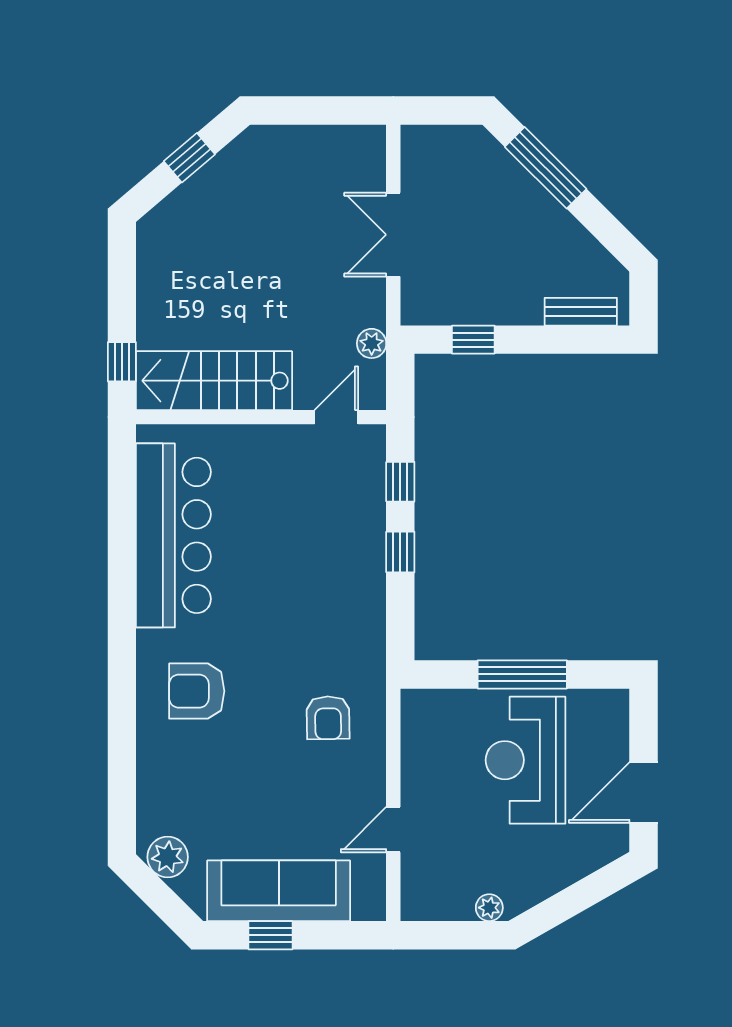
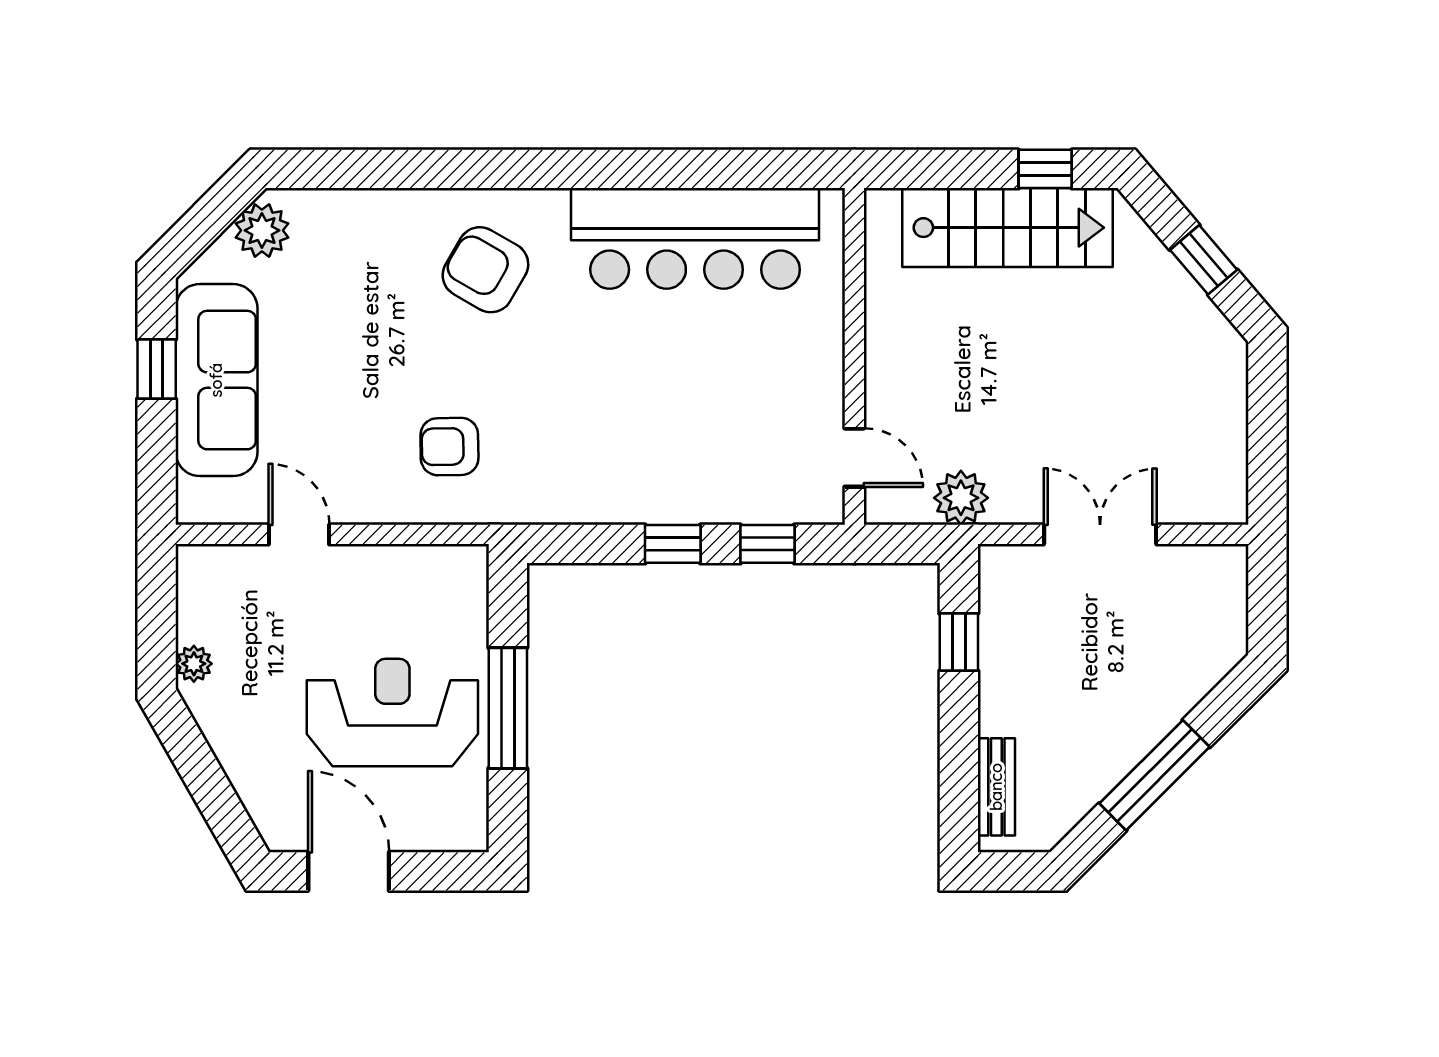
window: (546, 168) -> (1155, 775), moved
plant: (372, 343) -> (961, 498), width x1.38, depth x1.38
window: (122, 362) -> (1045, 169), moved
stairs: (214, 381) -> (1007, 228), moved, turned 90
armchair: (197, 691) -> (485, 270), turned -60

